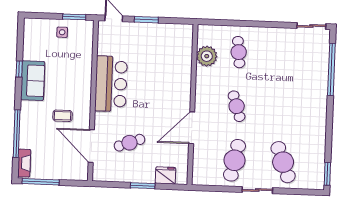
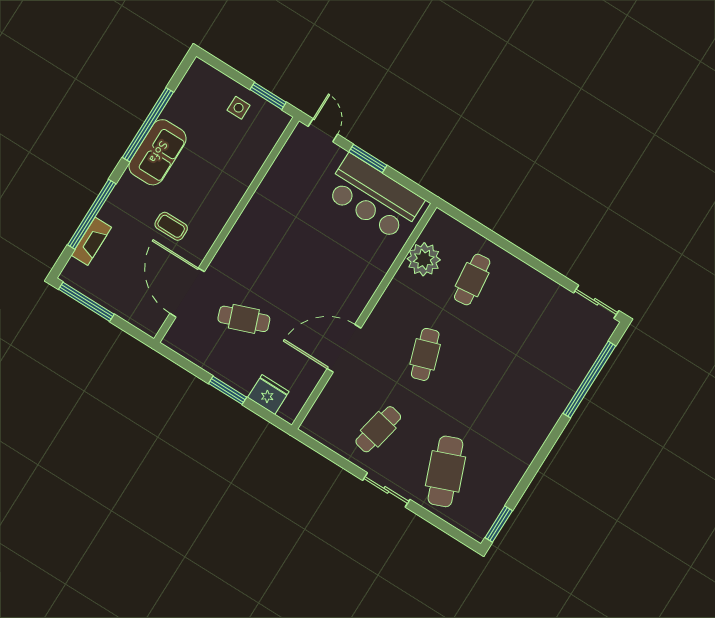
window: (19, 69) -> (148, 125), width x3.17
bar counter: (111, 84) -> (374, 197), moved, turned 90
cafe table: (234, 160) -> (378, 429), width x0.73, depth x0.74
fireplace: (24, 163) -> (91, 241), moved

